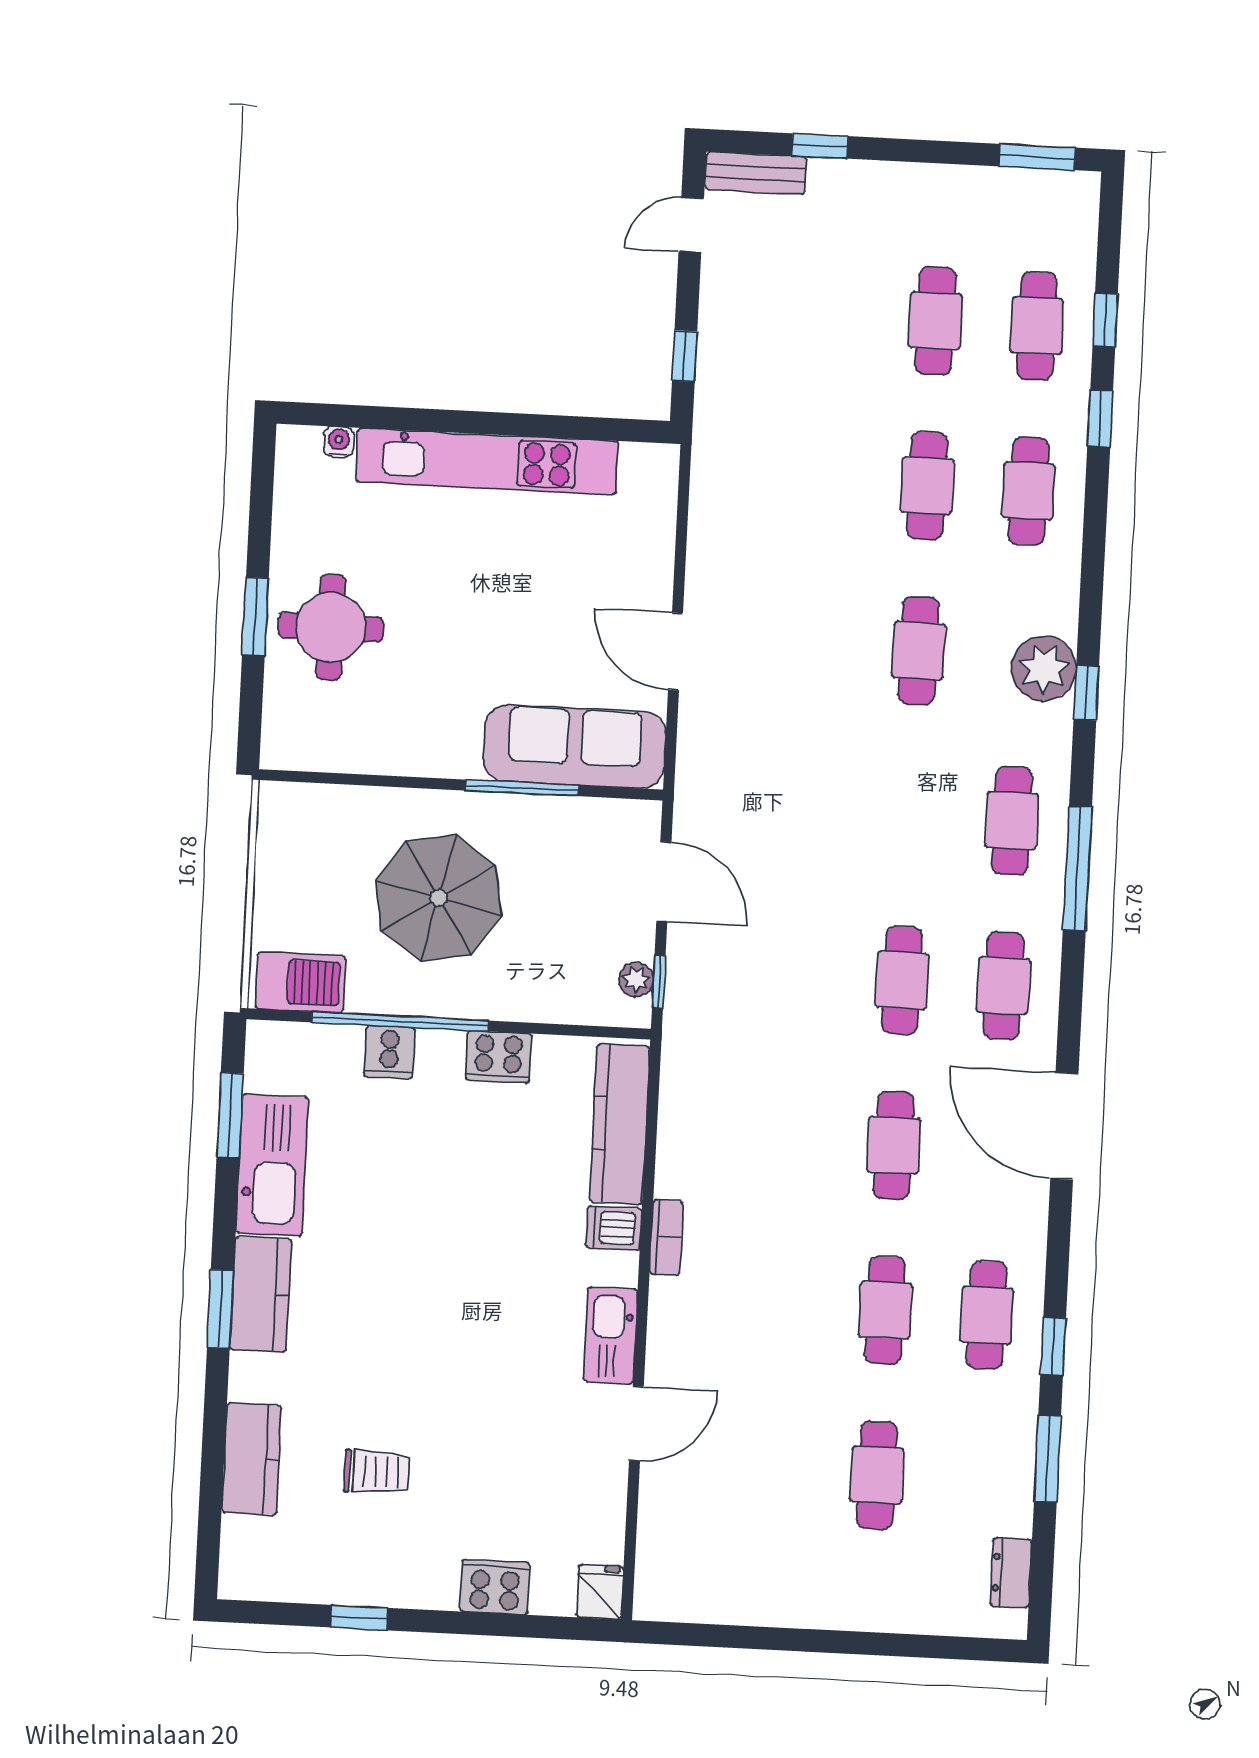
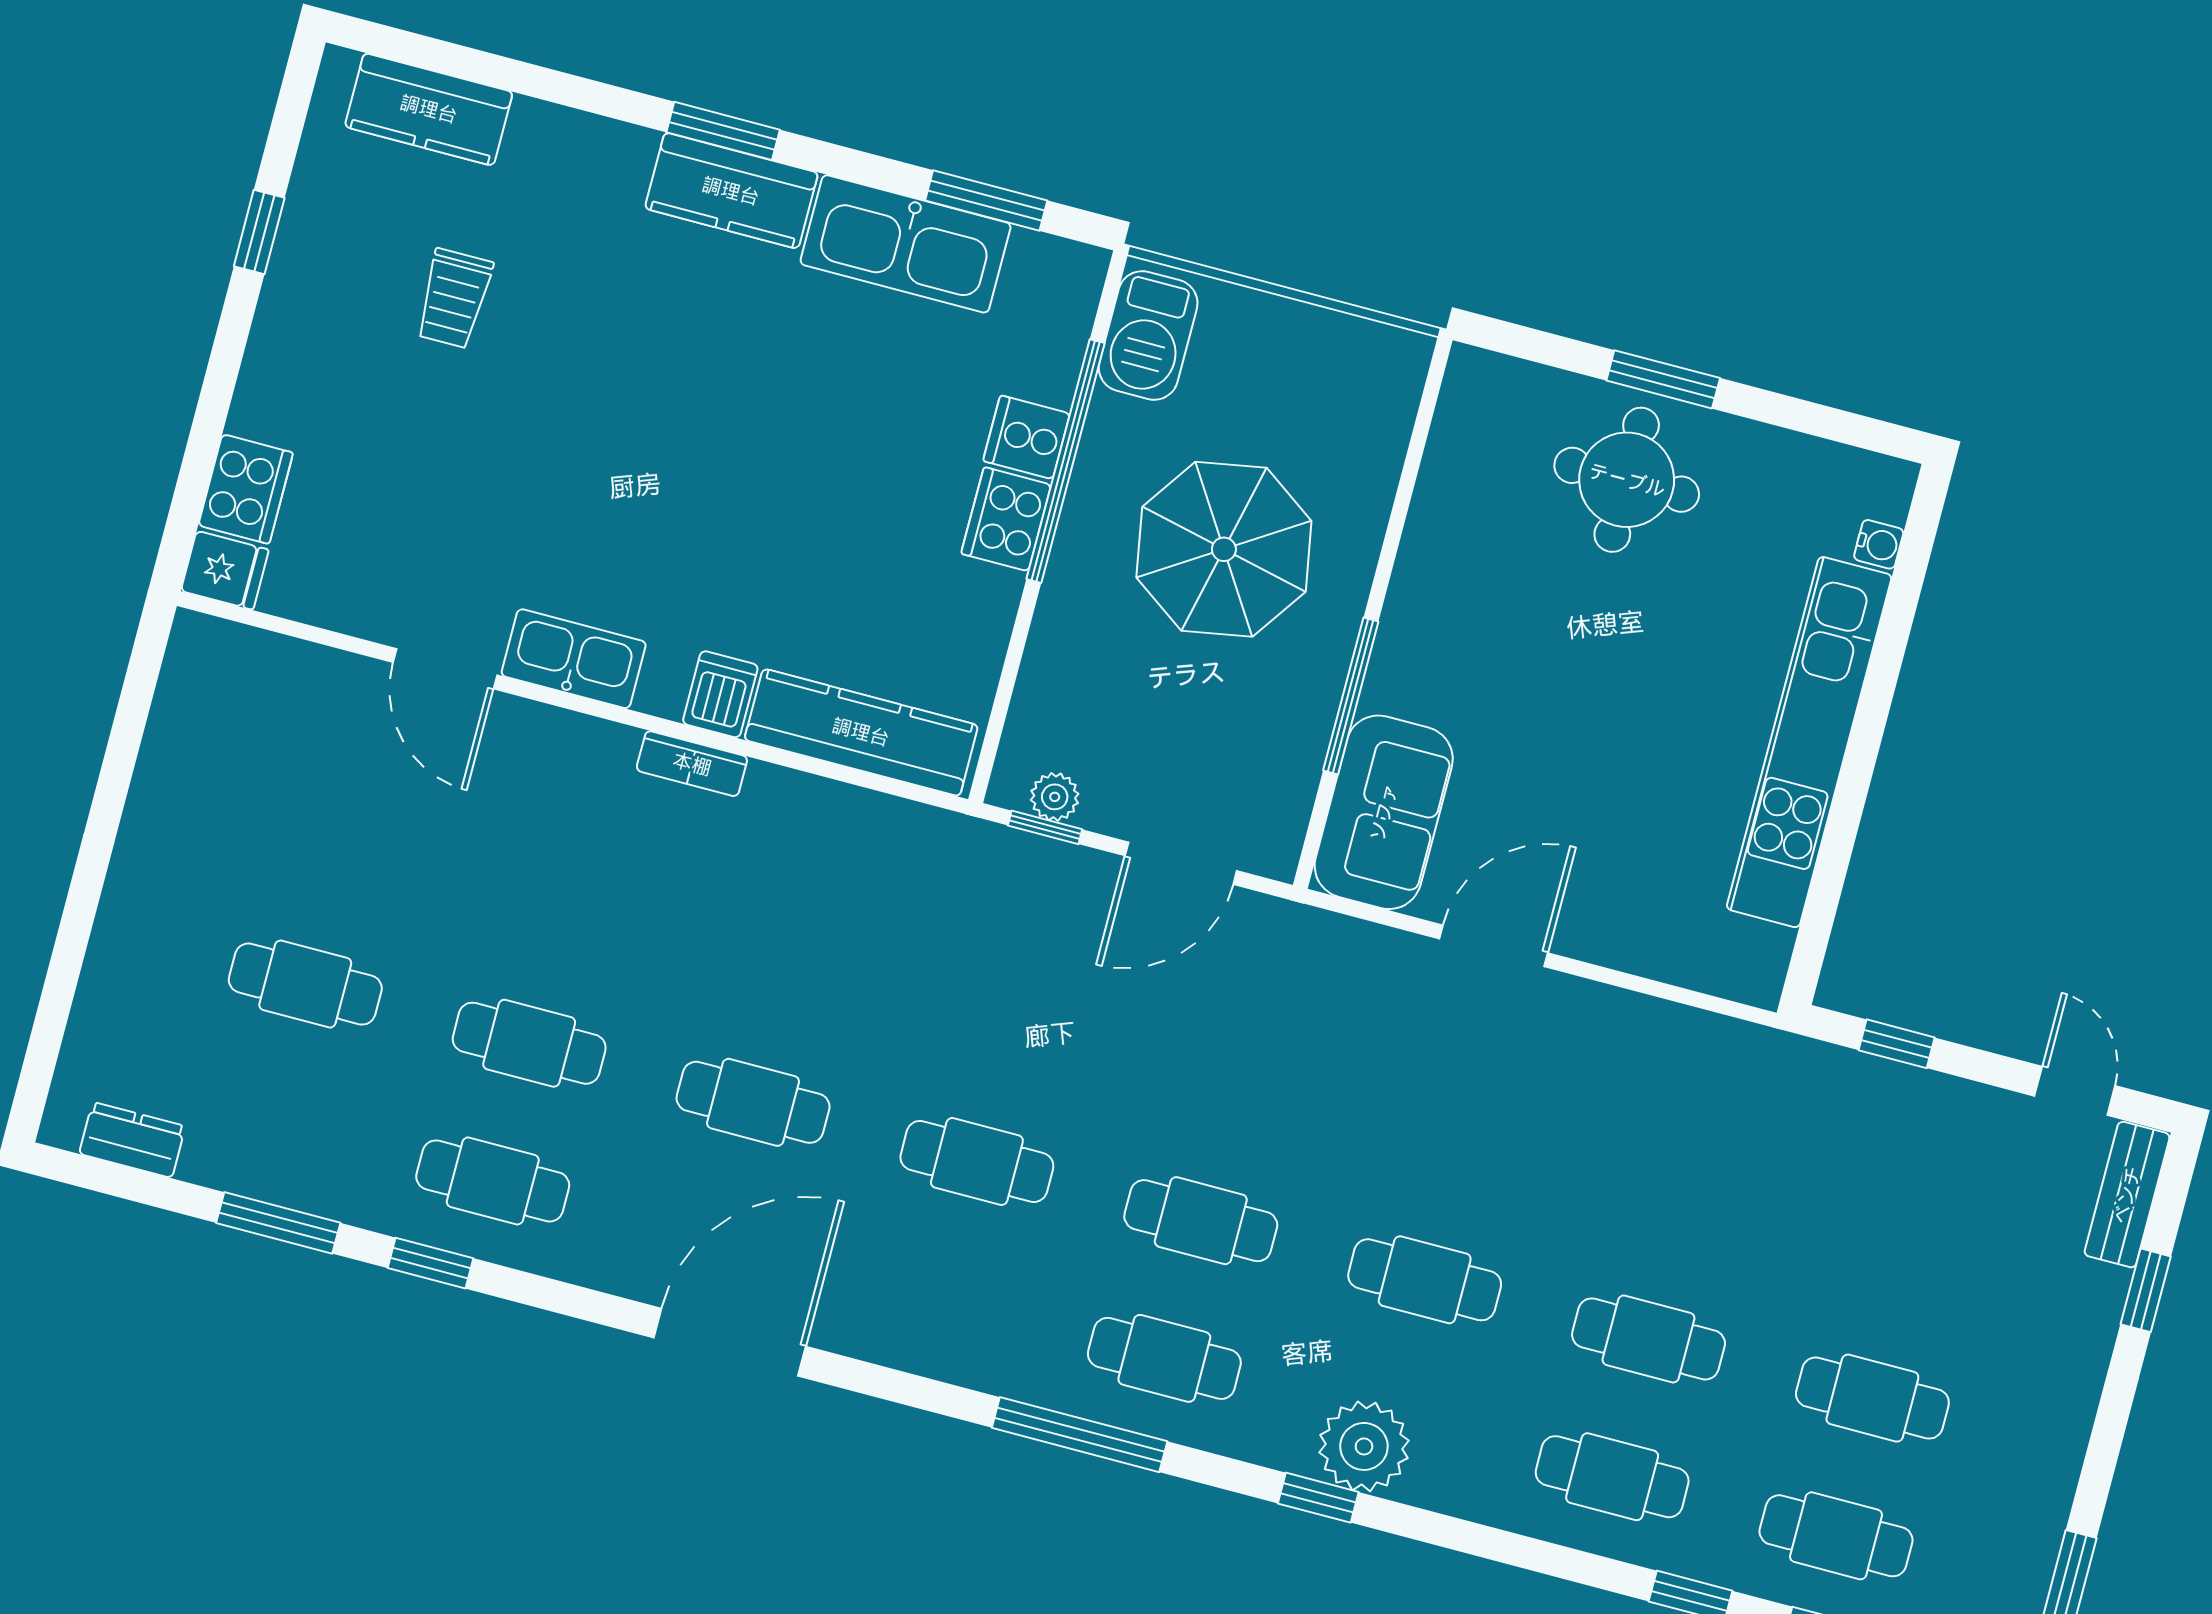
sofa: (575, 747) -> (1384, 812), width x0.73
cafe table: (1003, 985) -> (1201, 1221), moved
cooker: (498, 1057) -> (1006, 519), moved
kitchen counter: (251, 1459) -> (429, 109), moved
cooker: (495, 1587) -> (246, 489), moved

